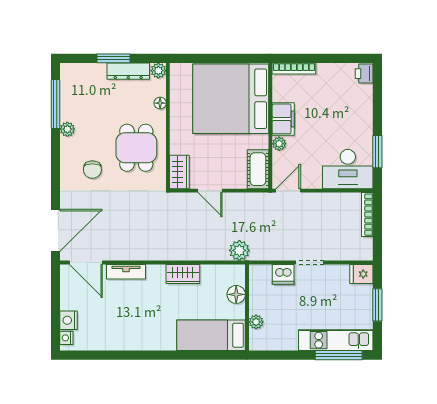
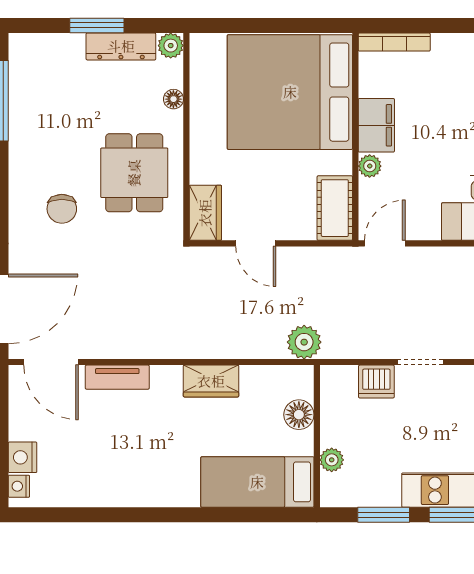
plant: (67, 129) -> (21, 142), removed
window: (288, 355) -> (384, 515), added

